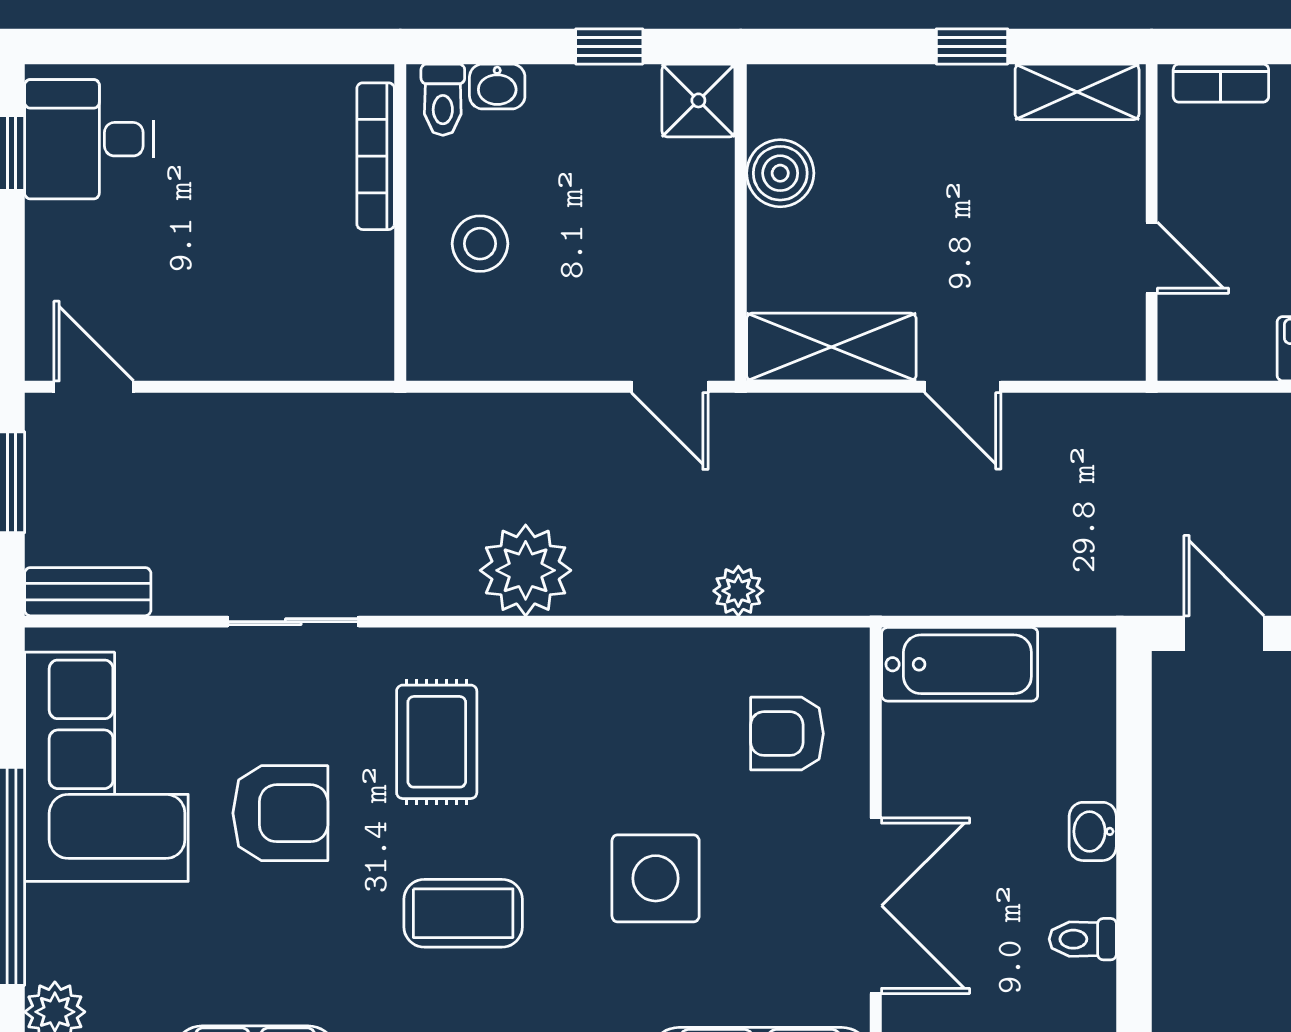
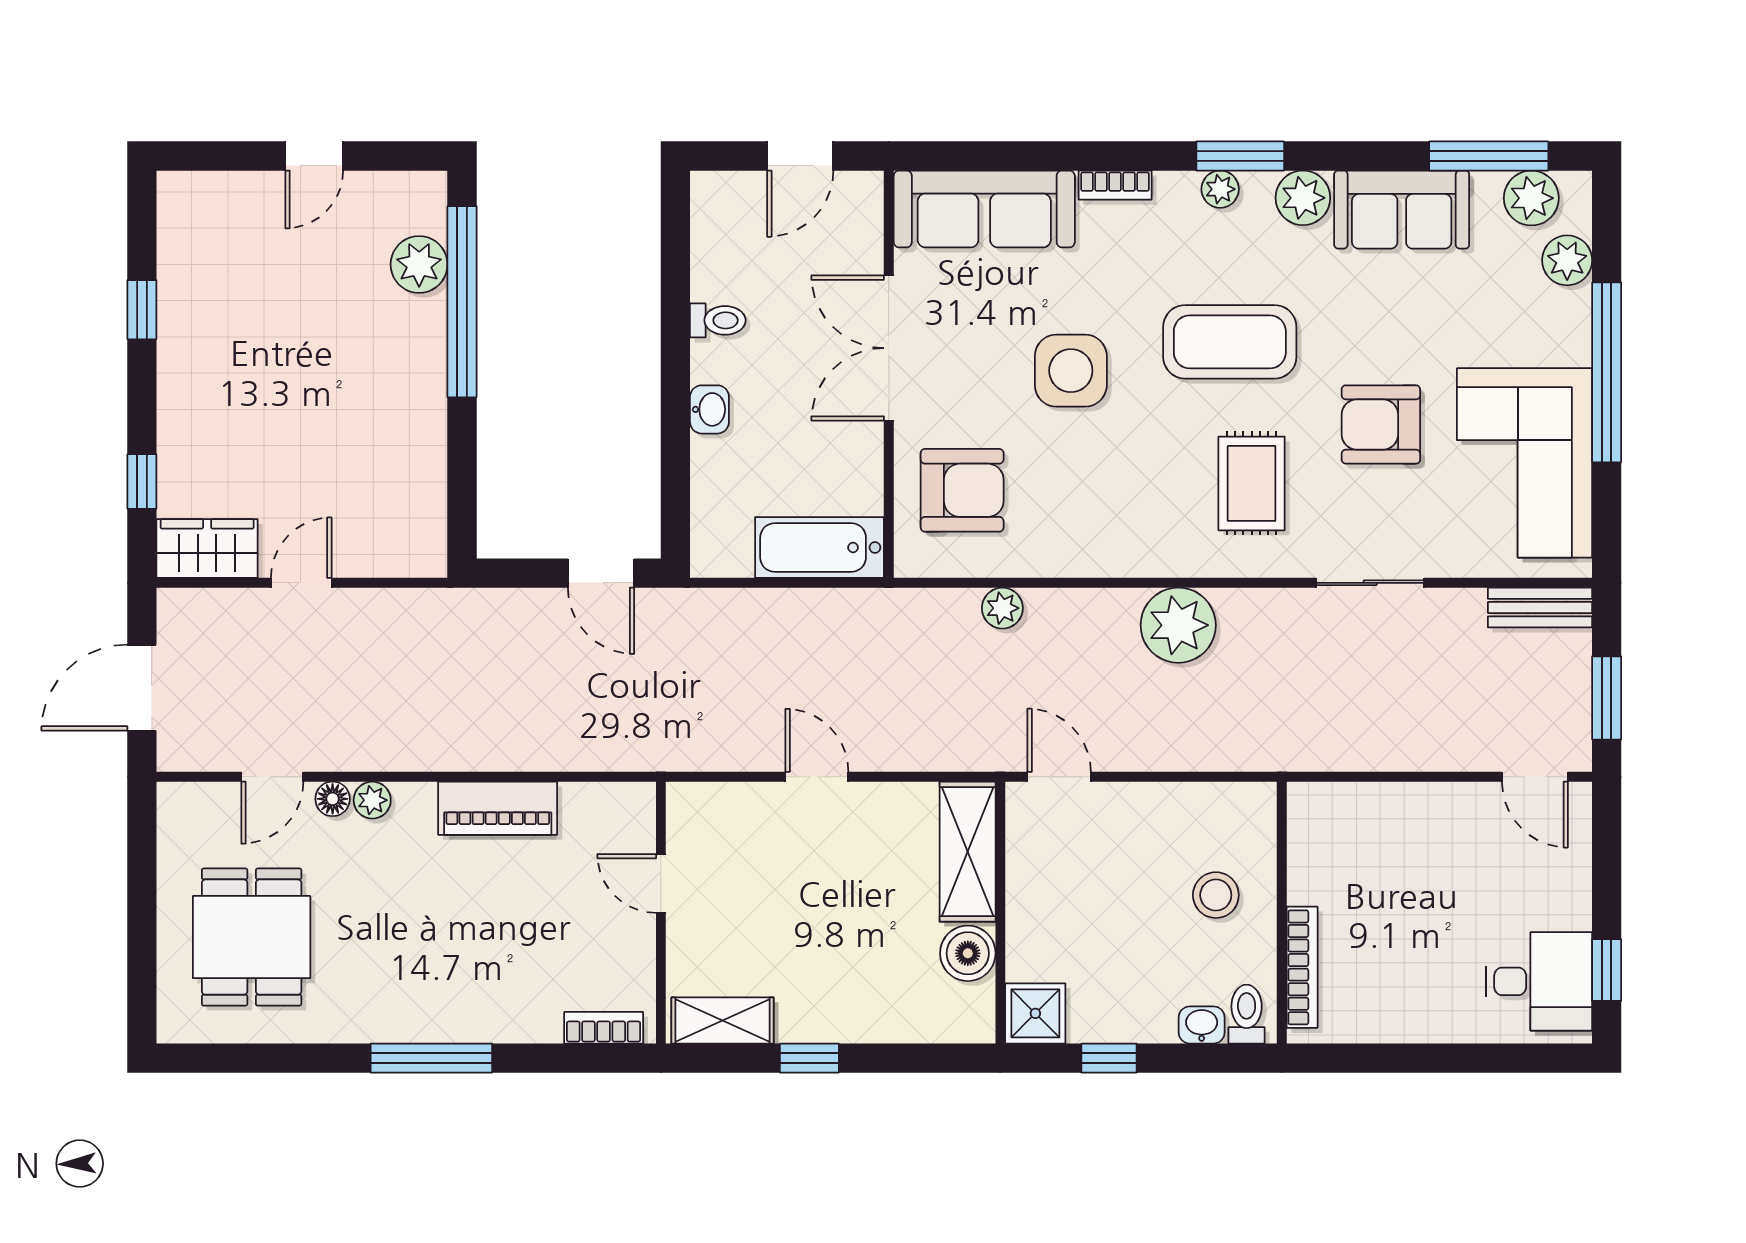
shelving: (831, 347) -> (968, 852), moved, turned 90
armchair: (787, 734) -> (962, 490), width x1.38, depth x1.38
coffee table: (463, 913) -> (1230, 342), width x1.36, depth x1.32

